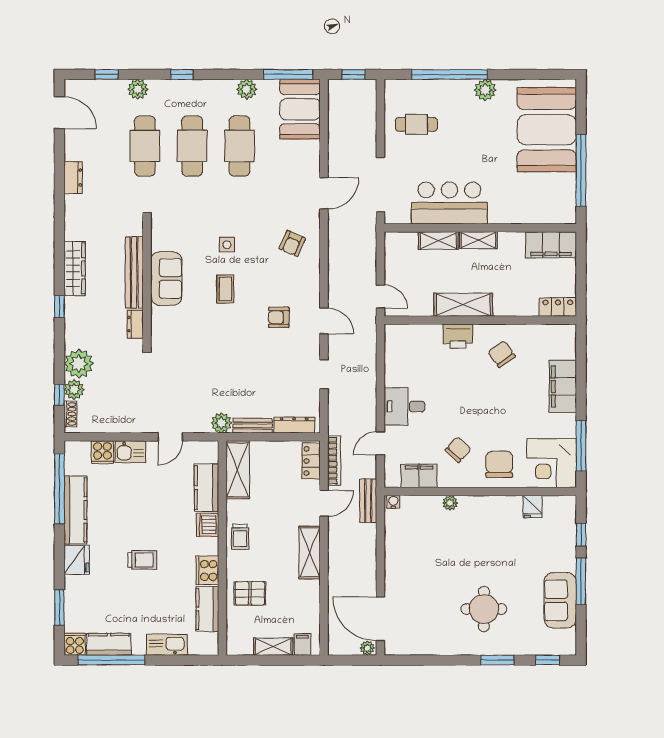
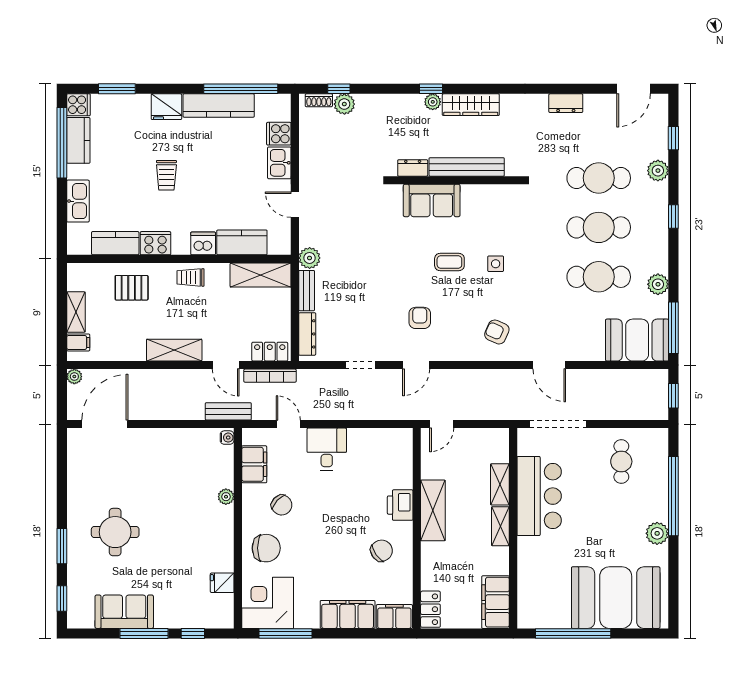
sofa: (166, 278) -> (432, 200), moved
filing cabinet: (565, 342) -> (394, 617), added
plant: (79, 364) -> (433, 102), moved, width x0.53, depth x0.53
pallet: (250, 593) -> (132, 288), turned 90
plant: (367, 648) -> (74, 377), moved

